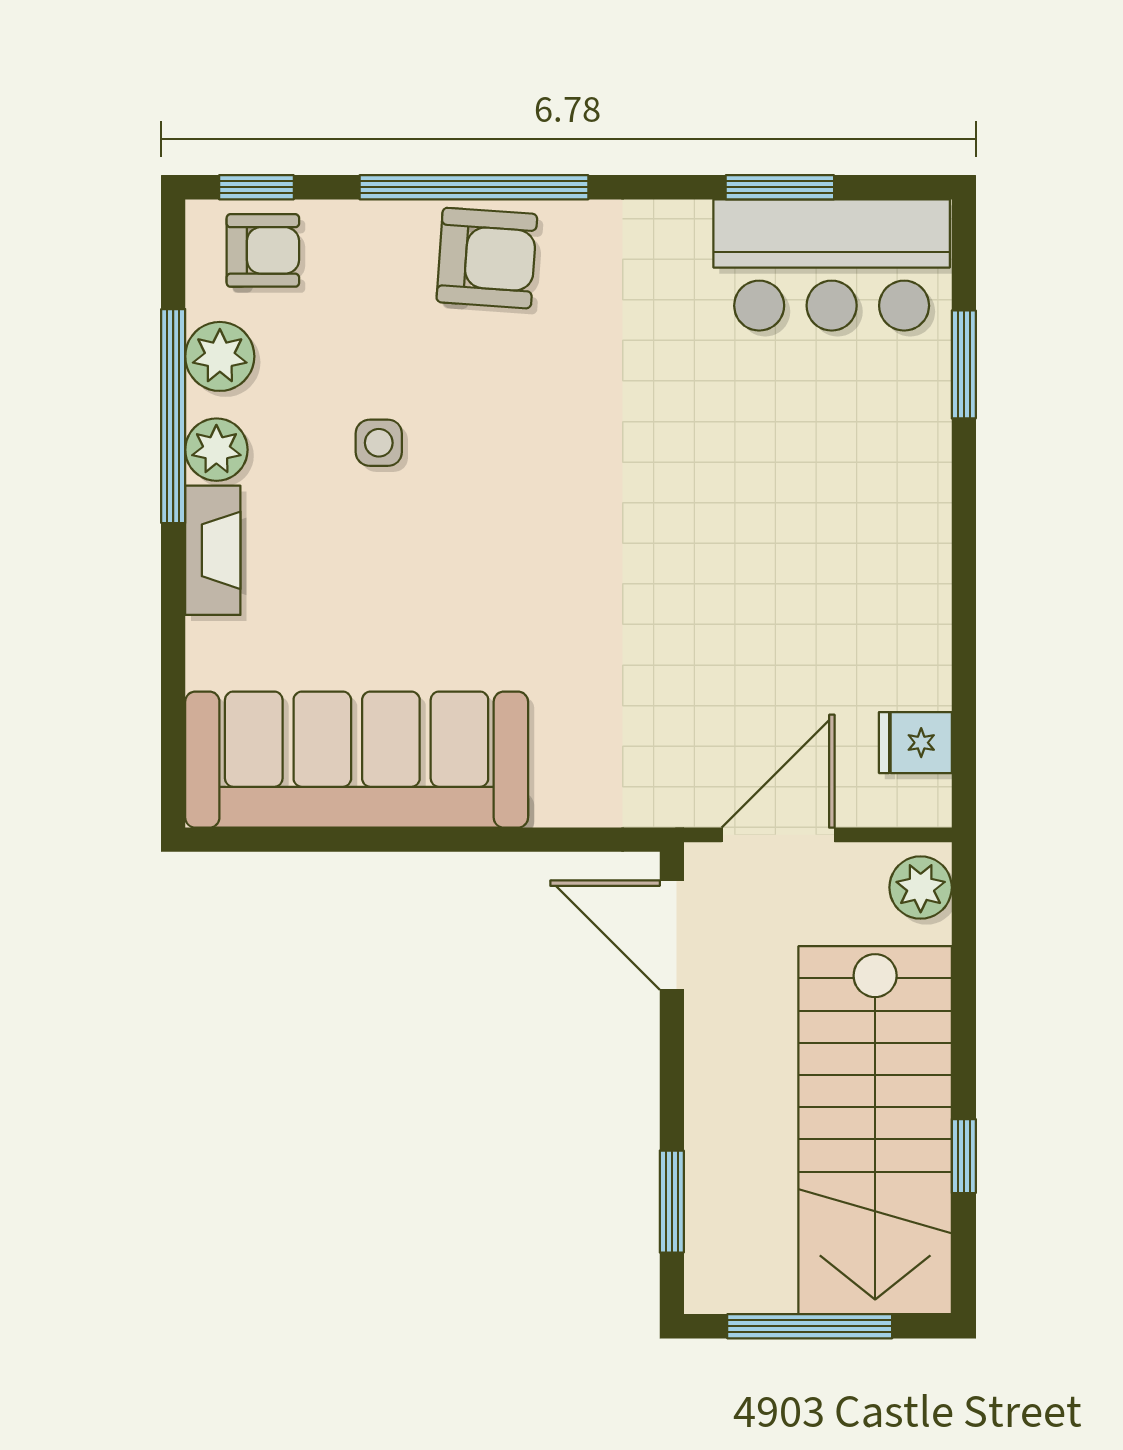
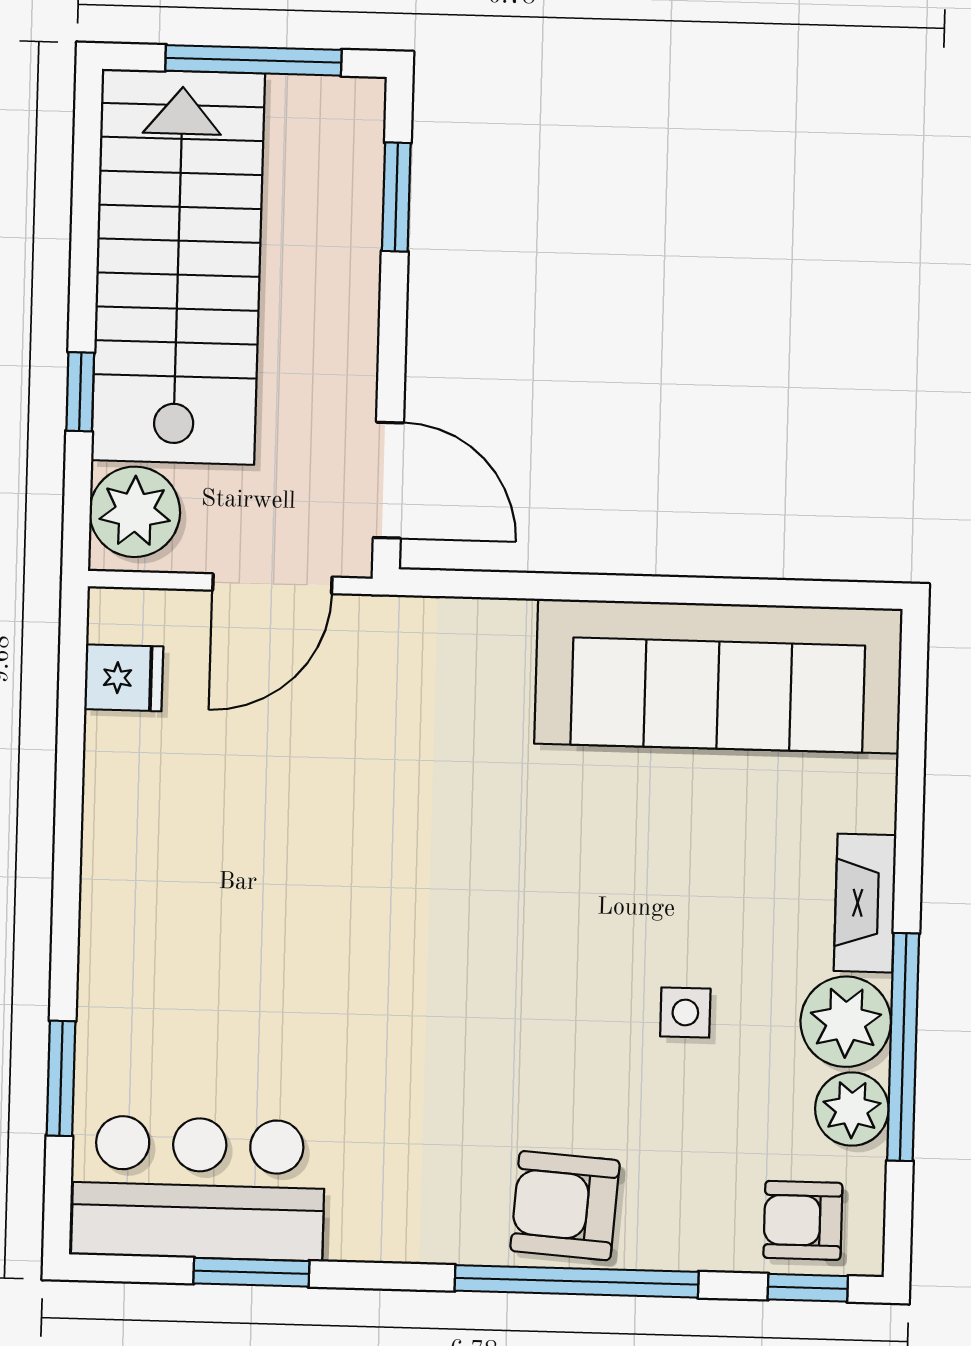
plant: (216, 450) -> (846, 1022), width x1.36, depth x1.36
plant: (921, 887) -> (135, 512), width x1.36, depth x1.36
window: (964, 1156) -> (80, 392), moved

